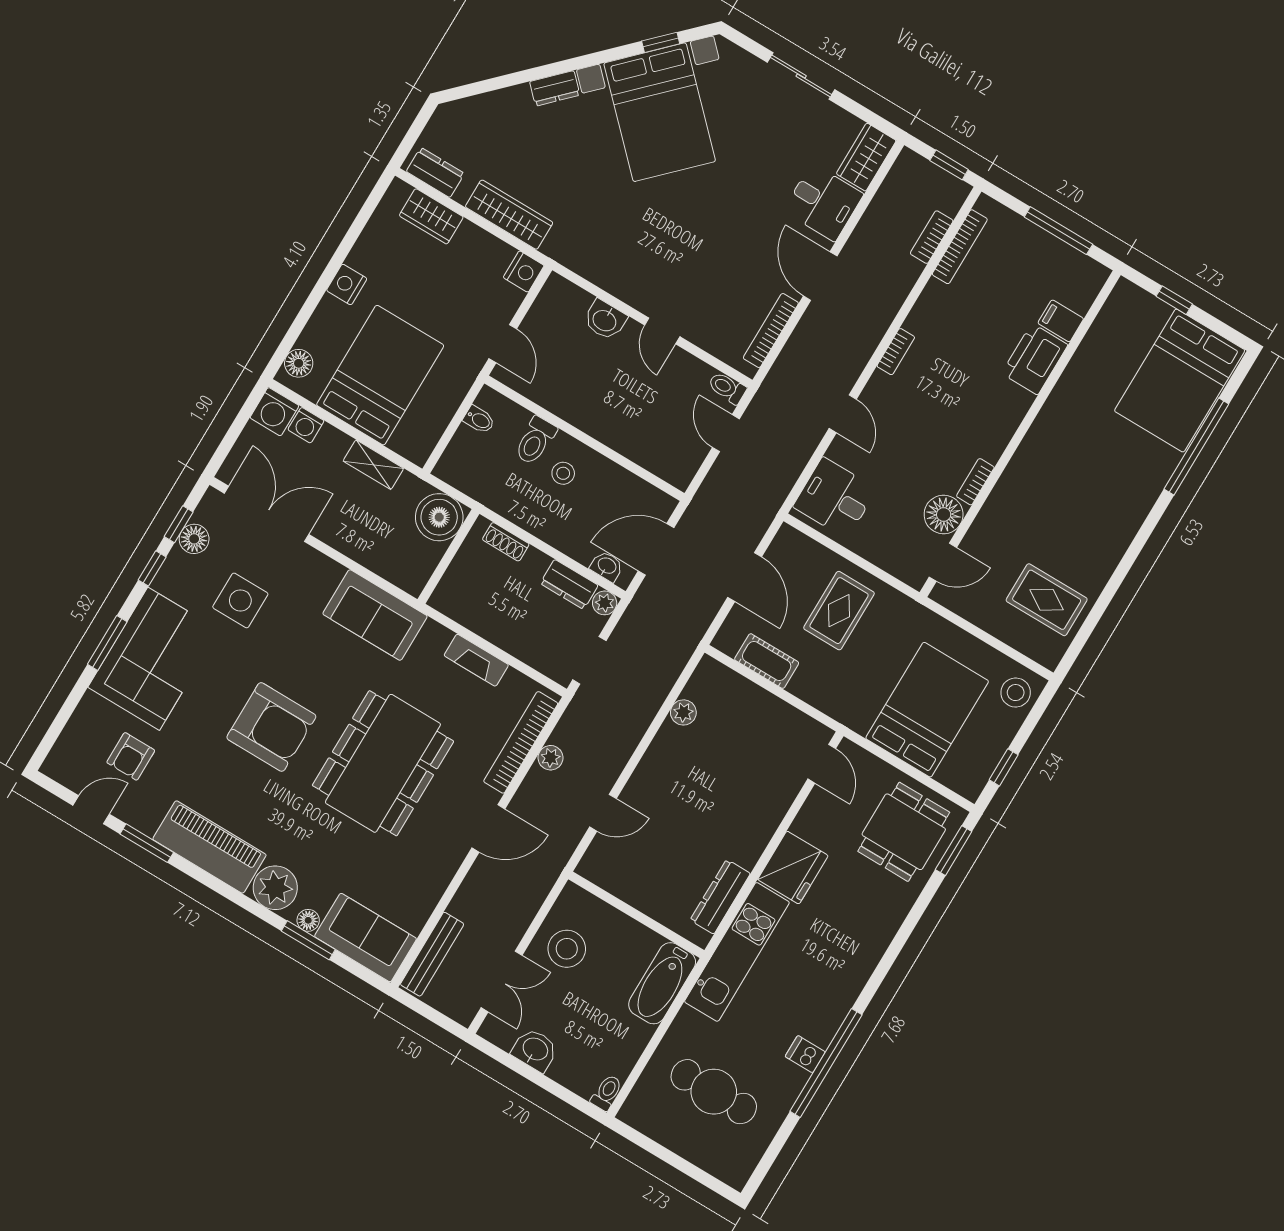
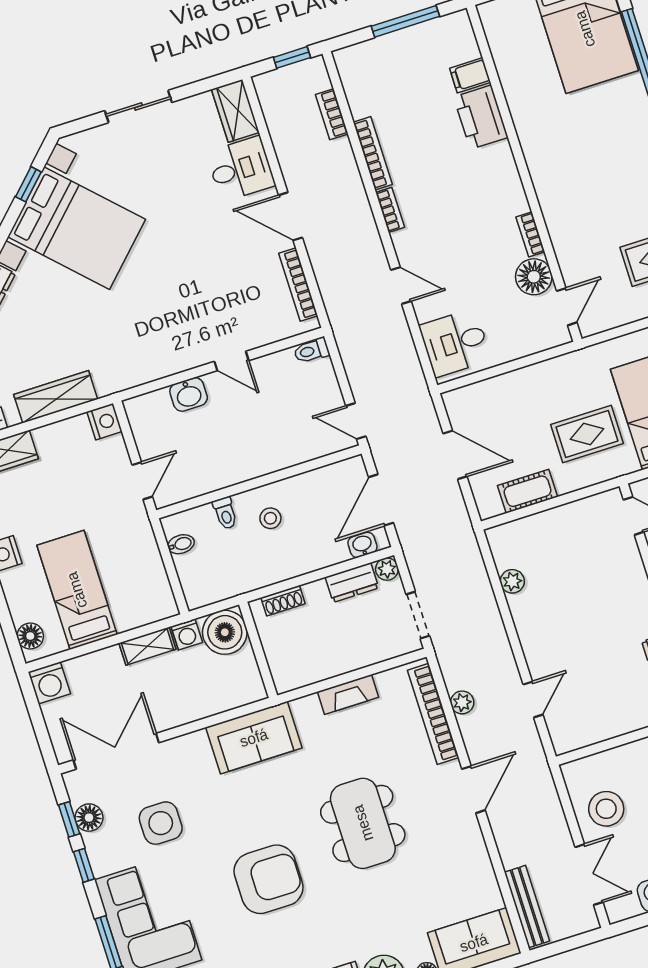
bookcase: (960, 247) -> (373, 153), moved
door: (503, 344) -> (142, 481), hinge flipped
bed: (380, 375) -> (77, 590), width x0.67
washing machine: (306, 425) -> (187, 634), moved
door: (726, 433) -> (356, 421), moved
toilet: (535, 441) -> (225, 513), width x0.73, depth x0.72
rug: (839, 611) -> (587, 434), moved, turned 90
dining table: (383, 763) -> (363, 823), width x0.73, depth x0.80

